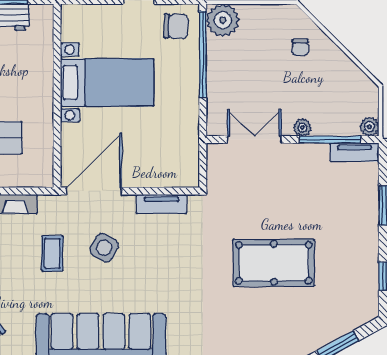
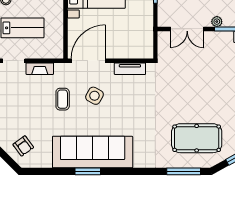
double door: (254, 139) -> (187, 29), swing flipped
pool table: (274, 263) -> (197, 138), moved

